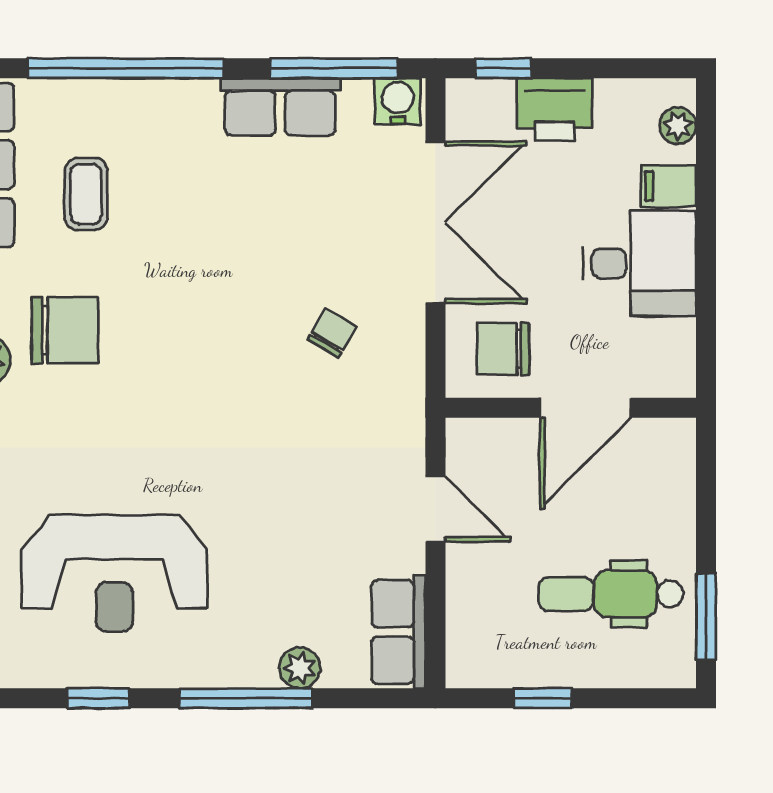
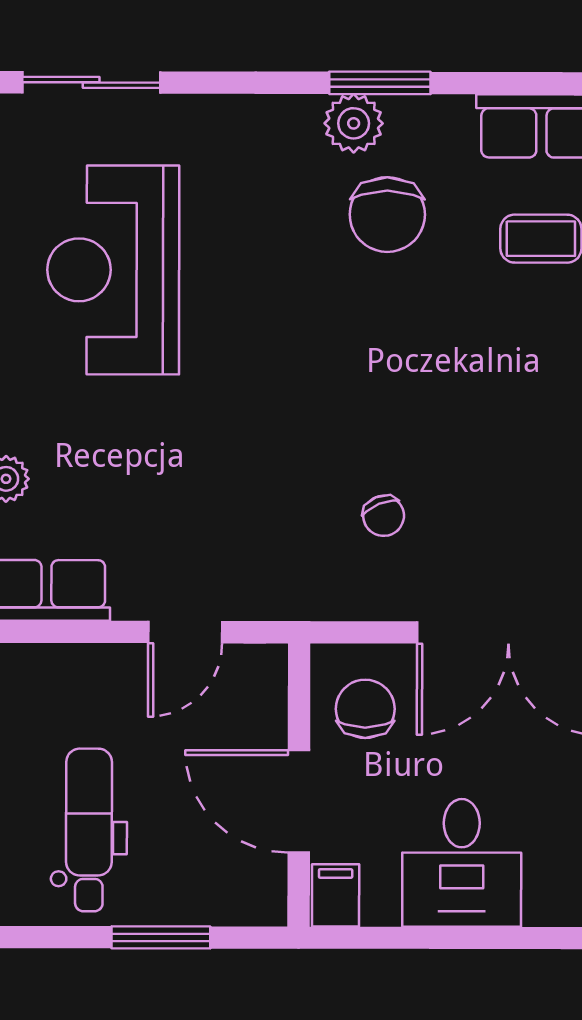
filing cabinet: (669, 186) -> (336, 895), moved
chair: (332, 333) -> (384, 516), turned 38
window: (706, 617) -> (161, 937), moved

